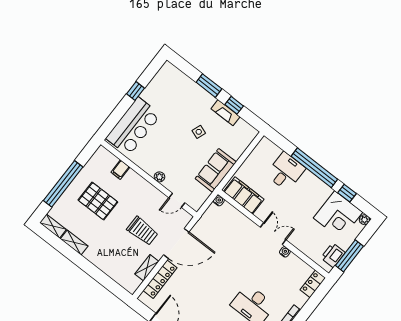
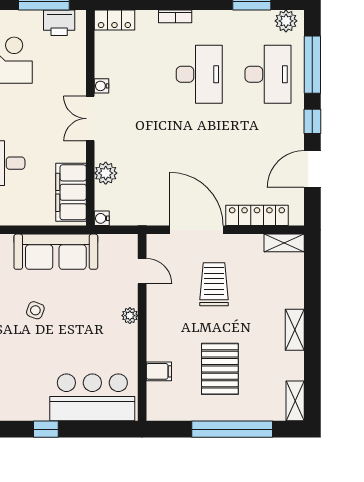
sofa: (216, 170) -> (56, 252), width x1.36
plant: (240, 220) -> (106, 173), added
shelving: (74, 242) -> (295, 330), moved
shelving: (147, 268) -> (284, 243), moved

